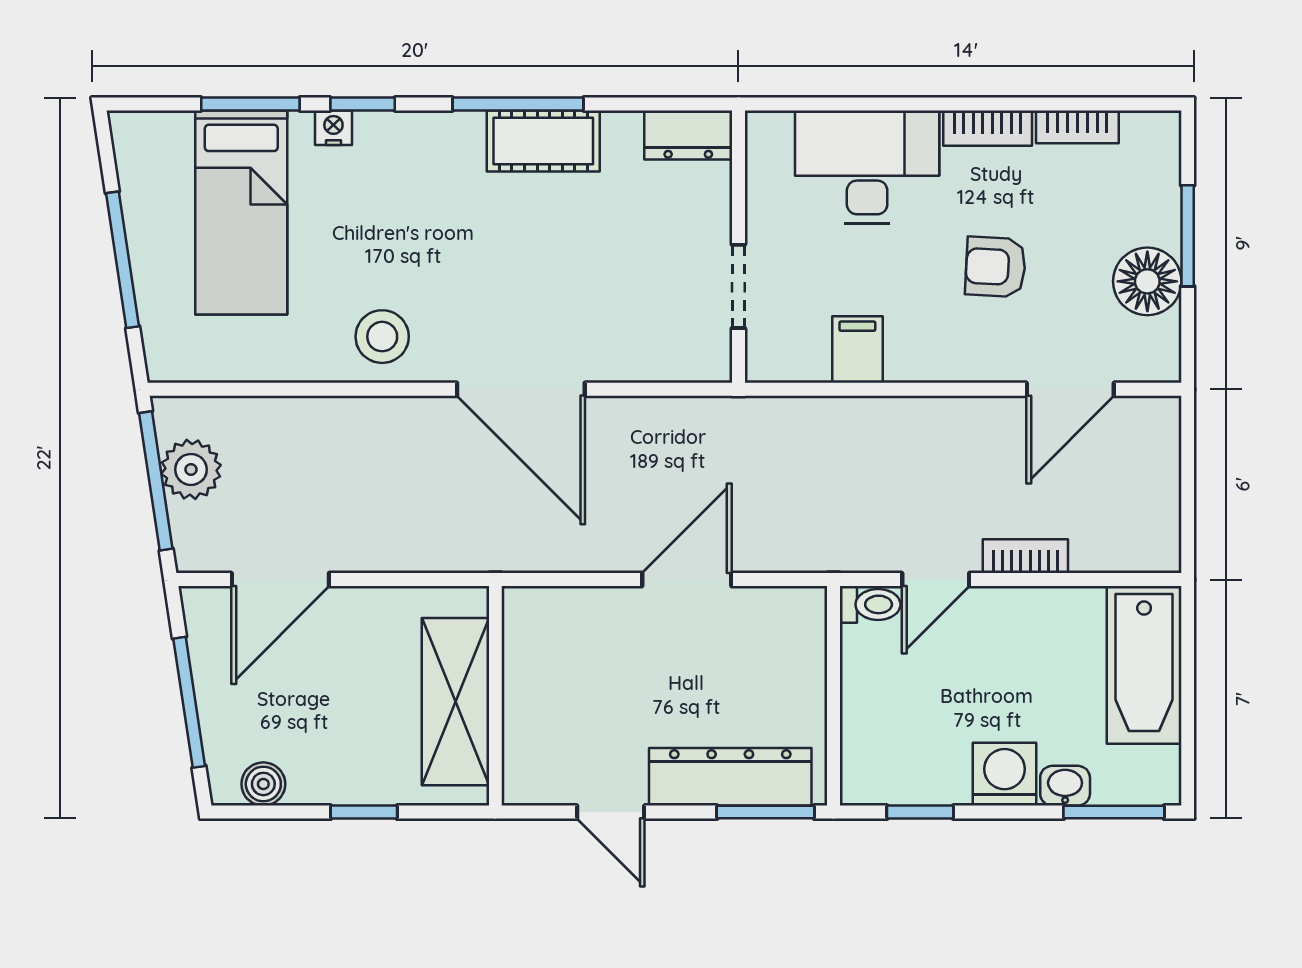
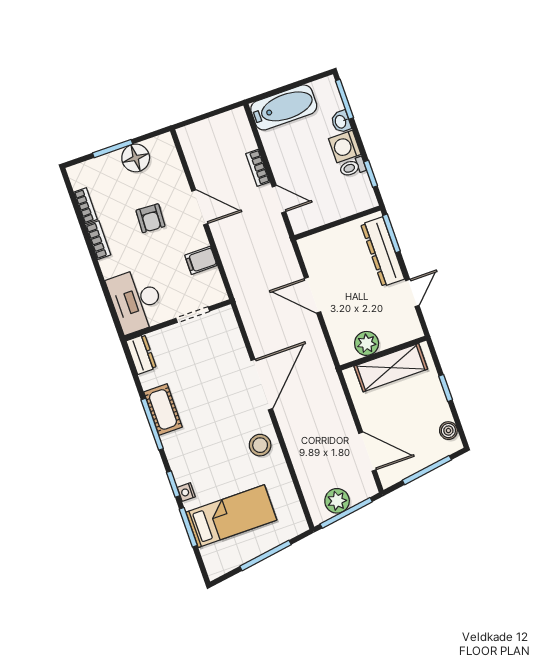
desk: (867, 167) -> (136, 301), moved
door: (1070, 389) -> (200, 207), moved
toilet: (870, 604) -> (353, 167), moved, turned -90
plant: (531, 665) -> (367, 343), added

